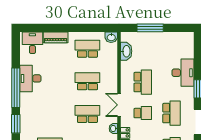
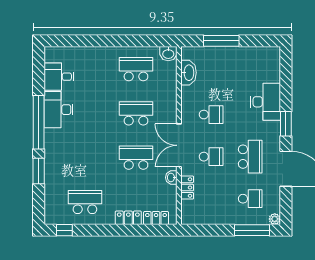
piano: (56, 37) -> (93, 54), removed
desk: (32, 43) -> (59, 77), moved, turned -90
school desk: (143, 82) -> (211, 115), width x0.54
double door: (119, 105) -> (179, 145), width x1.37

